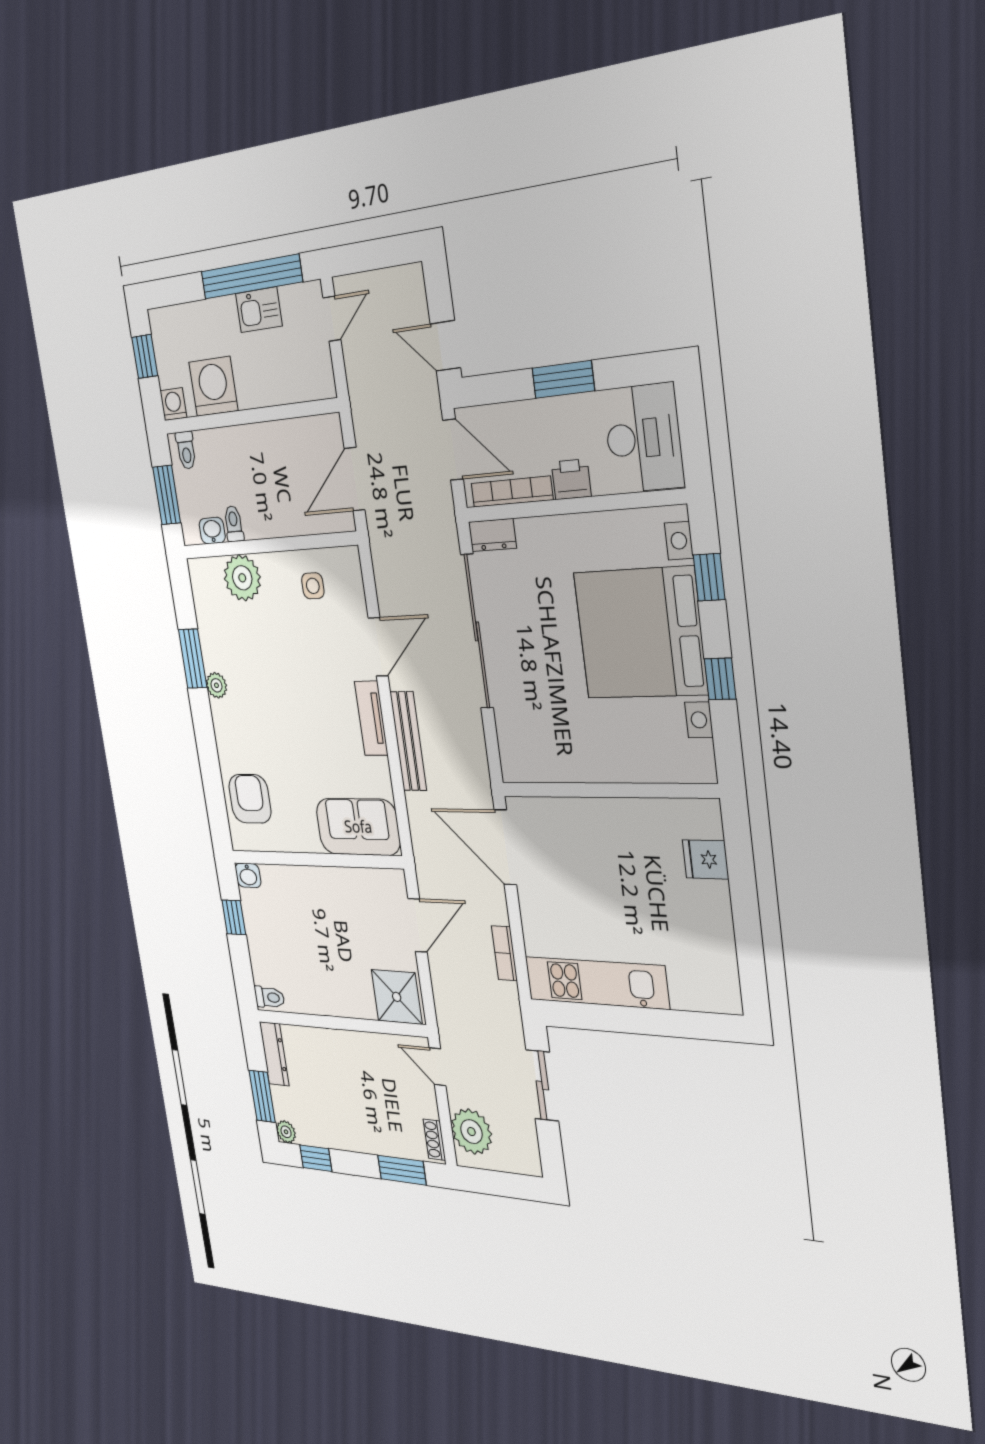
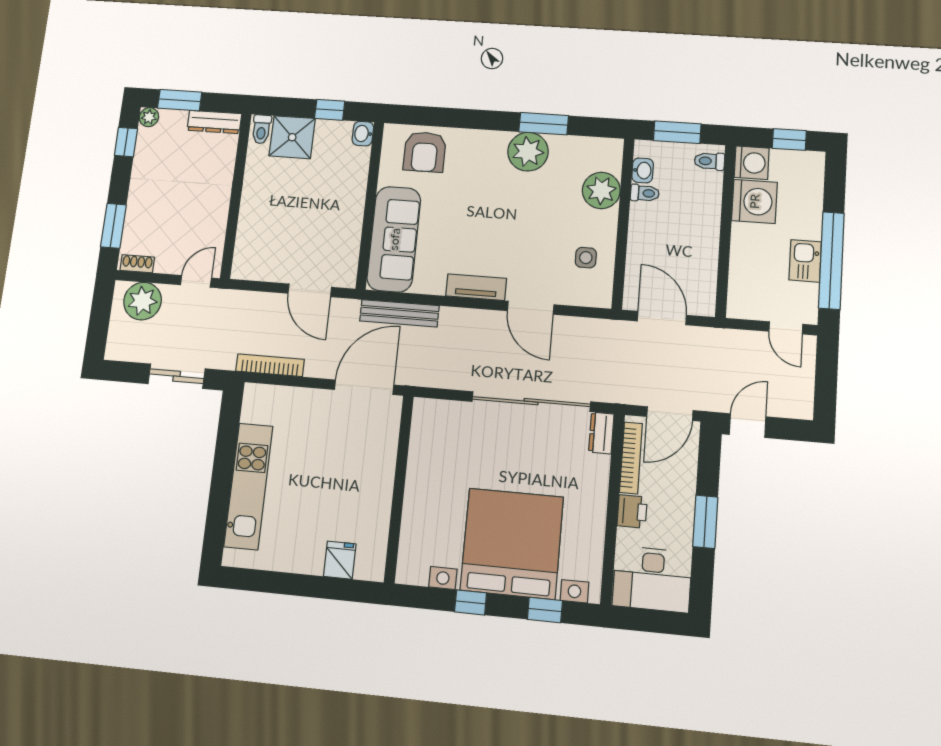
washing machine: (173, 404) -> (752, 163), width x1.38, depth x1.38
plant: (216, 685) -> (528, 152), width x1.87, depth x1.87
bench: (408, 741) -> (399, 313), moved
armchair: (250, 799) -> (425, 152), turned 90
sofa: (358, 827) -> (394, 239), width x1.36
bookcase: (504, 953) -> (270, 365), width x1.56
kitchen unit: (596, 983) -> (248, 486), moved
shower: (397, 997) -> (292, 137), moved

